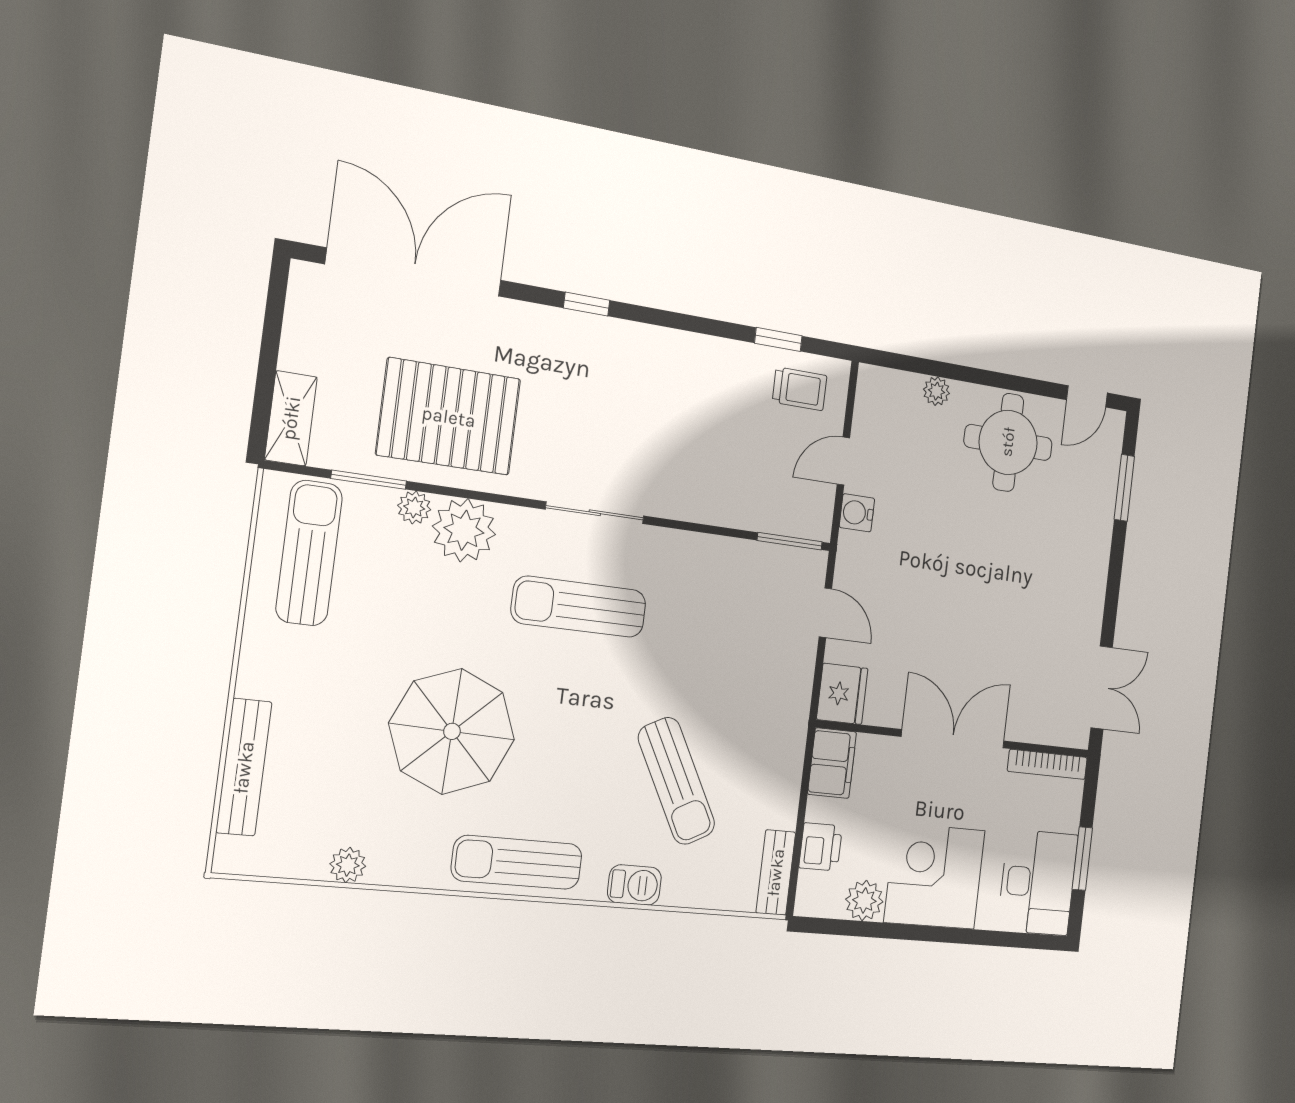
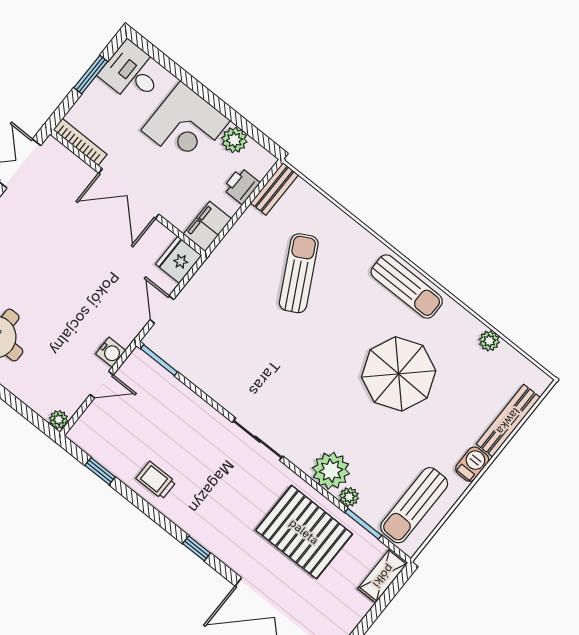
trolley: (800, 389) -> (156, 480), moved
plant: (936, 391) -> (59, 420), moved
sun lounger: (579, 607) -> (295, 396), removed
desk: (1038, 882) -> (132, 73), width x0.73
barbecue: (634, 885) -> (472, 464), moved, turned 90

